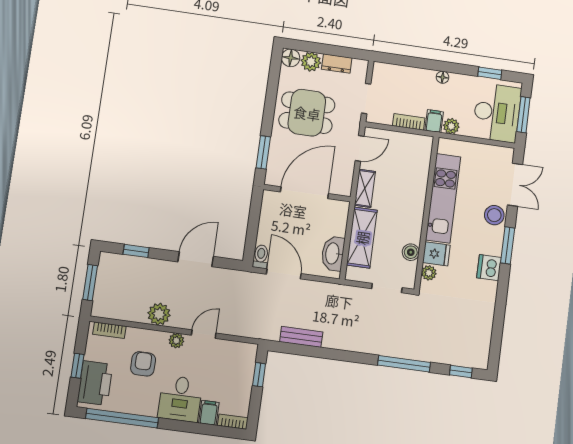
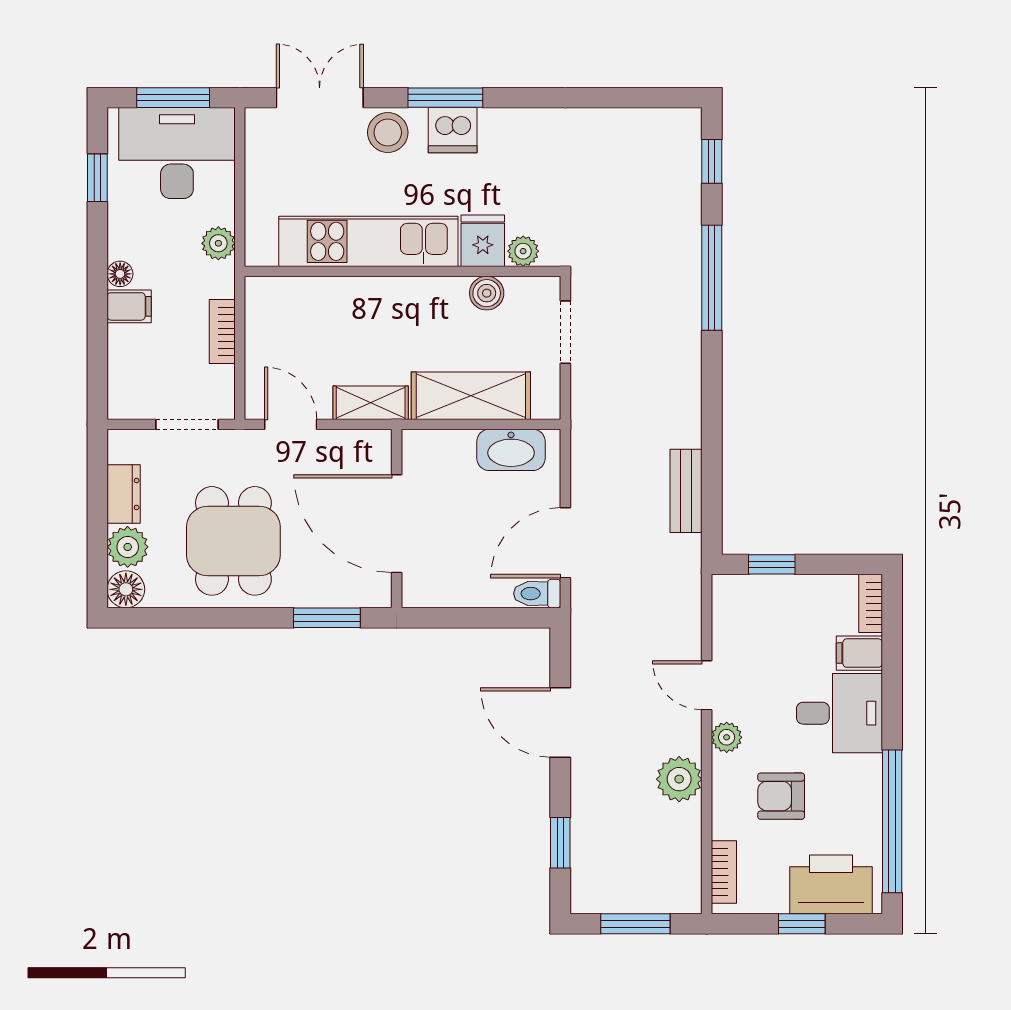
filing cabinet: (434, 121) -> (129, 306), moved, turned 180
dishwasher: (489, 268) -> (453, 130), moved

